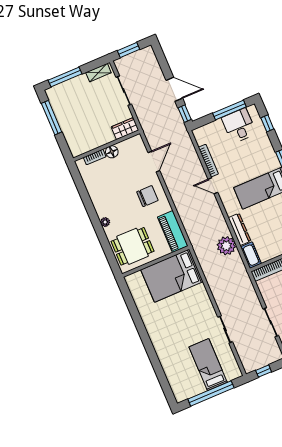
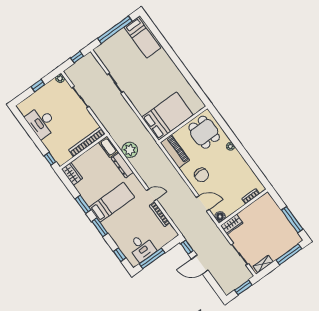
floor lamp: (112, 152) -> (220, 217), moved
door: (154, 162) -> (203, 203), swing flipped
chair: (147, 196) -> (202, 175), turned -90
dining table: (133, 246) -> (204, 132), turned 90
bed: (208, 365) -> (142, 38), moved

